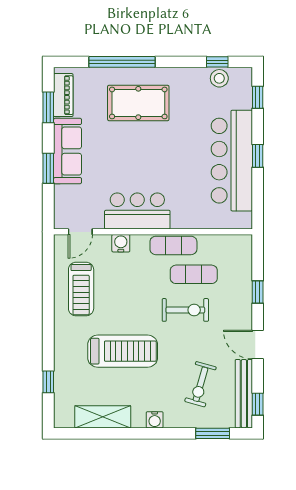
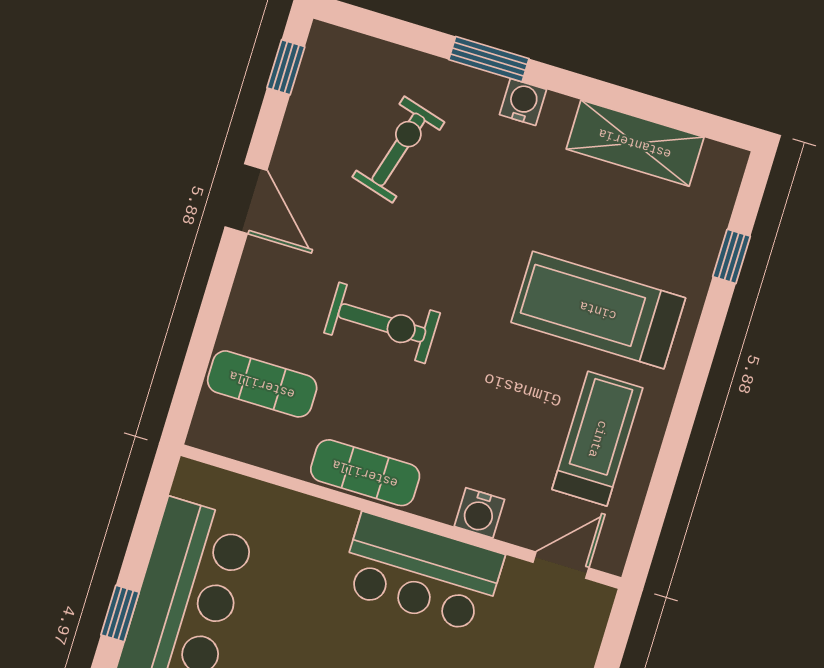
exercise mat: (194, 274) -> (262, 384), moved
window: (258, 292) -> (211, 314), removed
exercise bike: (185, 310) -> (382, 323), turned 180
treadmill: (123, 351) -> (598, 310), moved
bench: (244, 394) -> (309, 100), removed
window: (213, 433) -> (489, 59), moved

